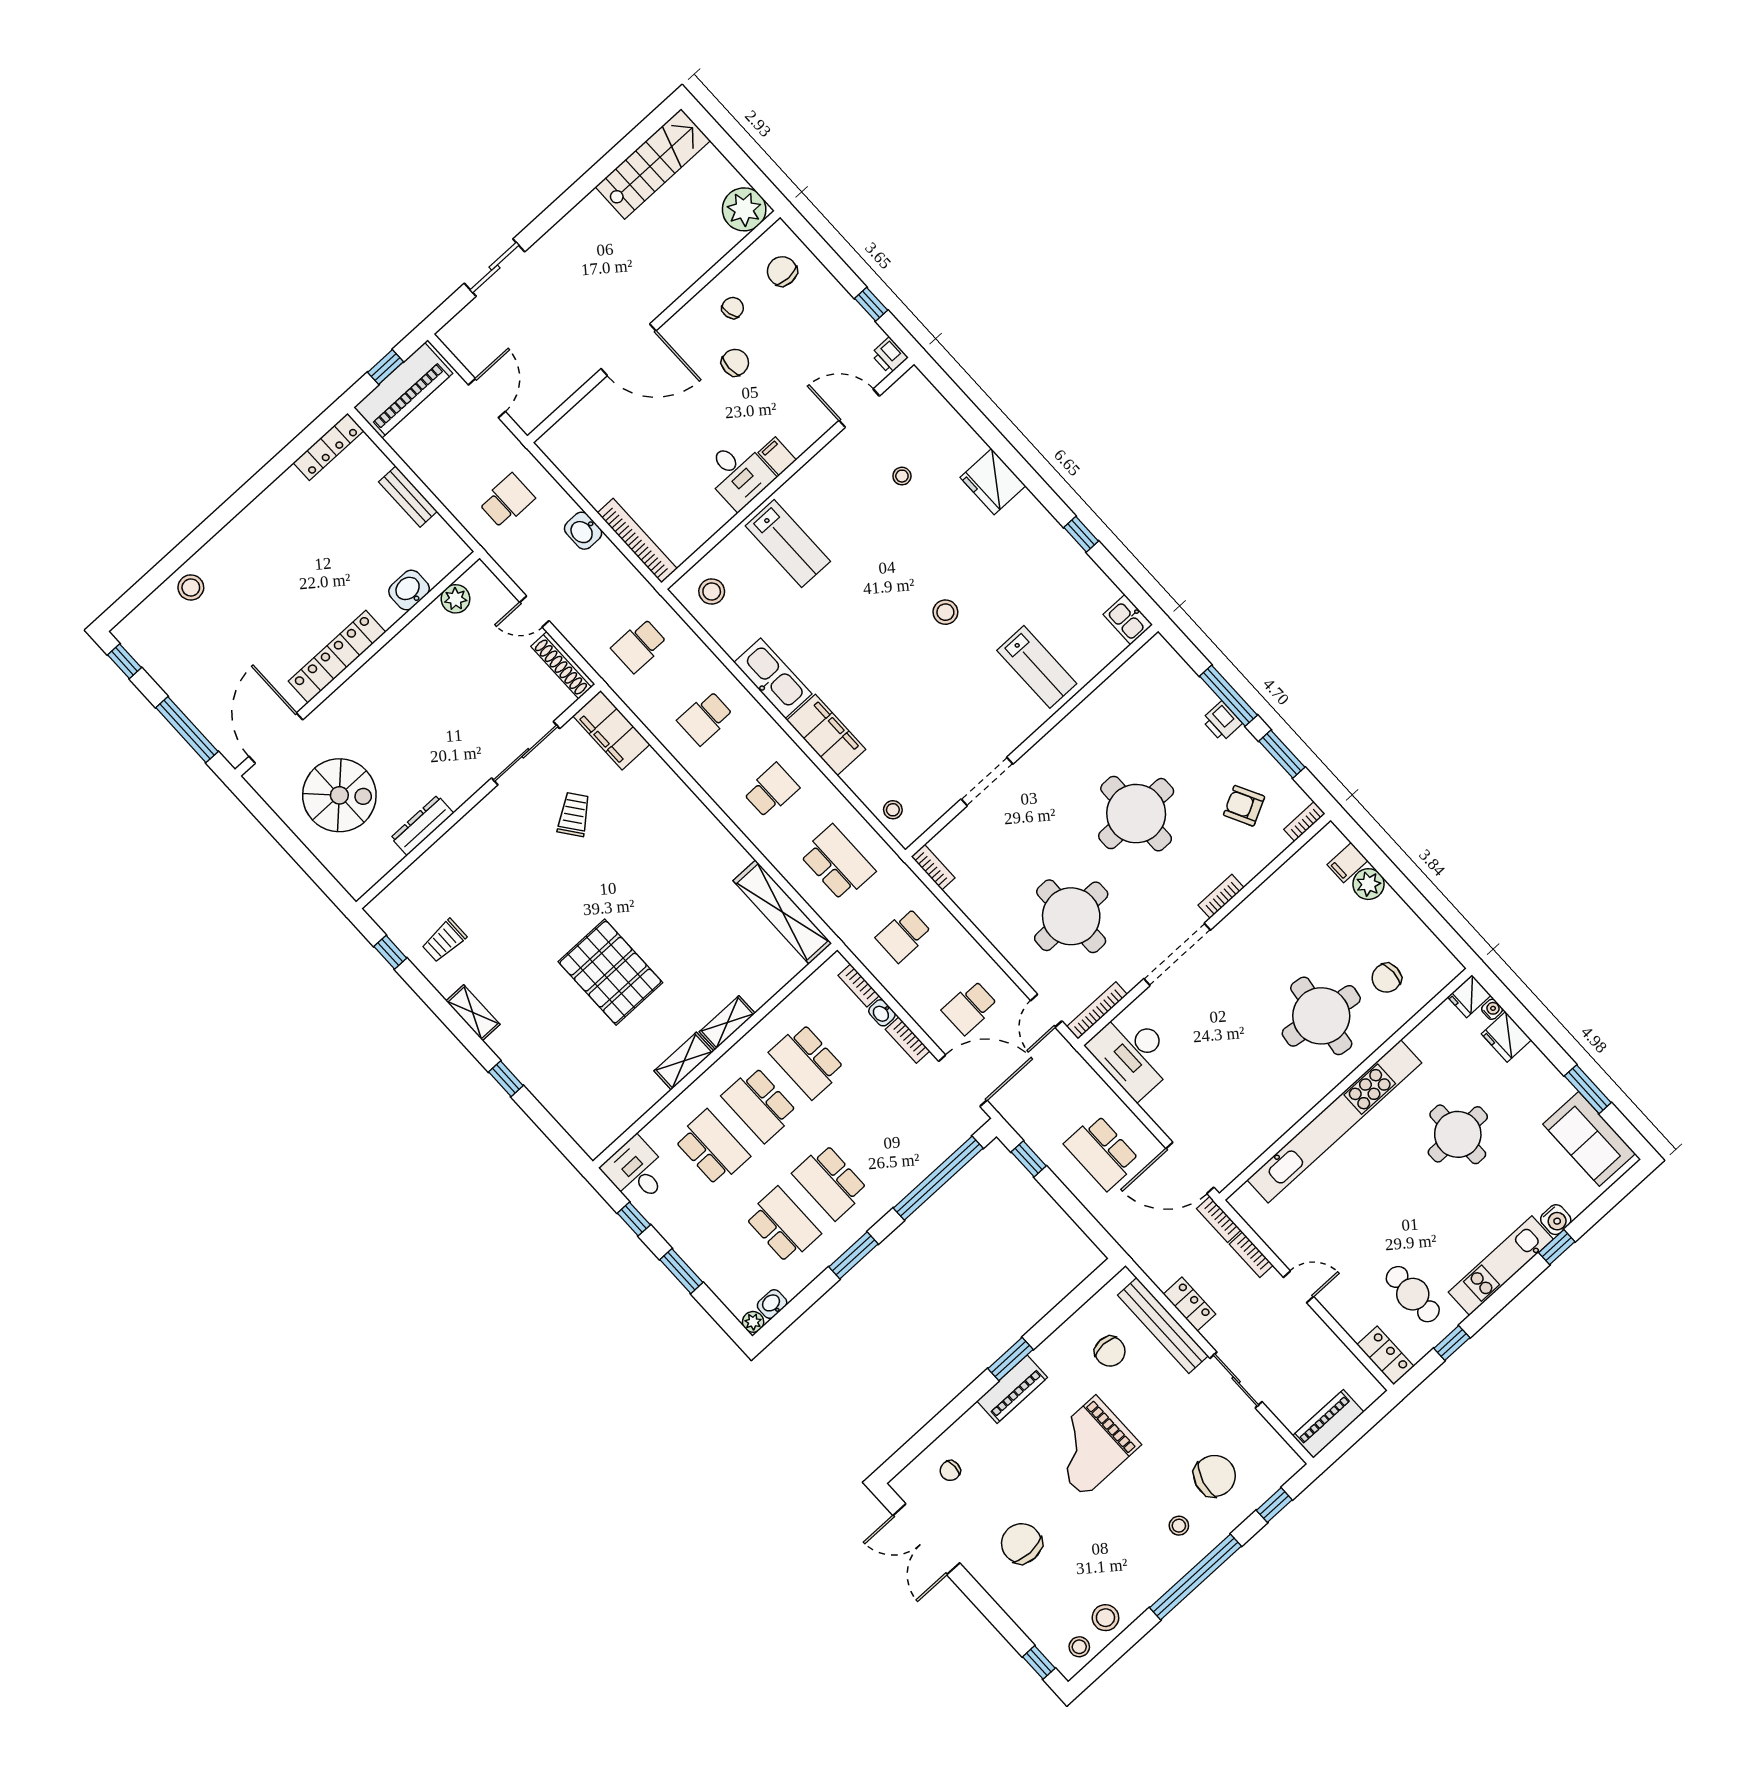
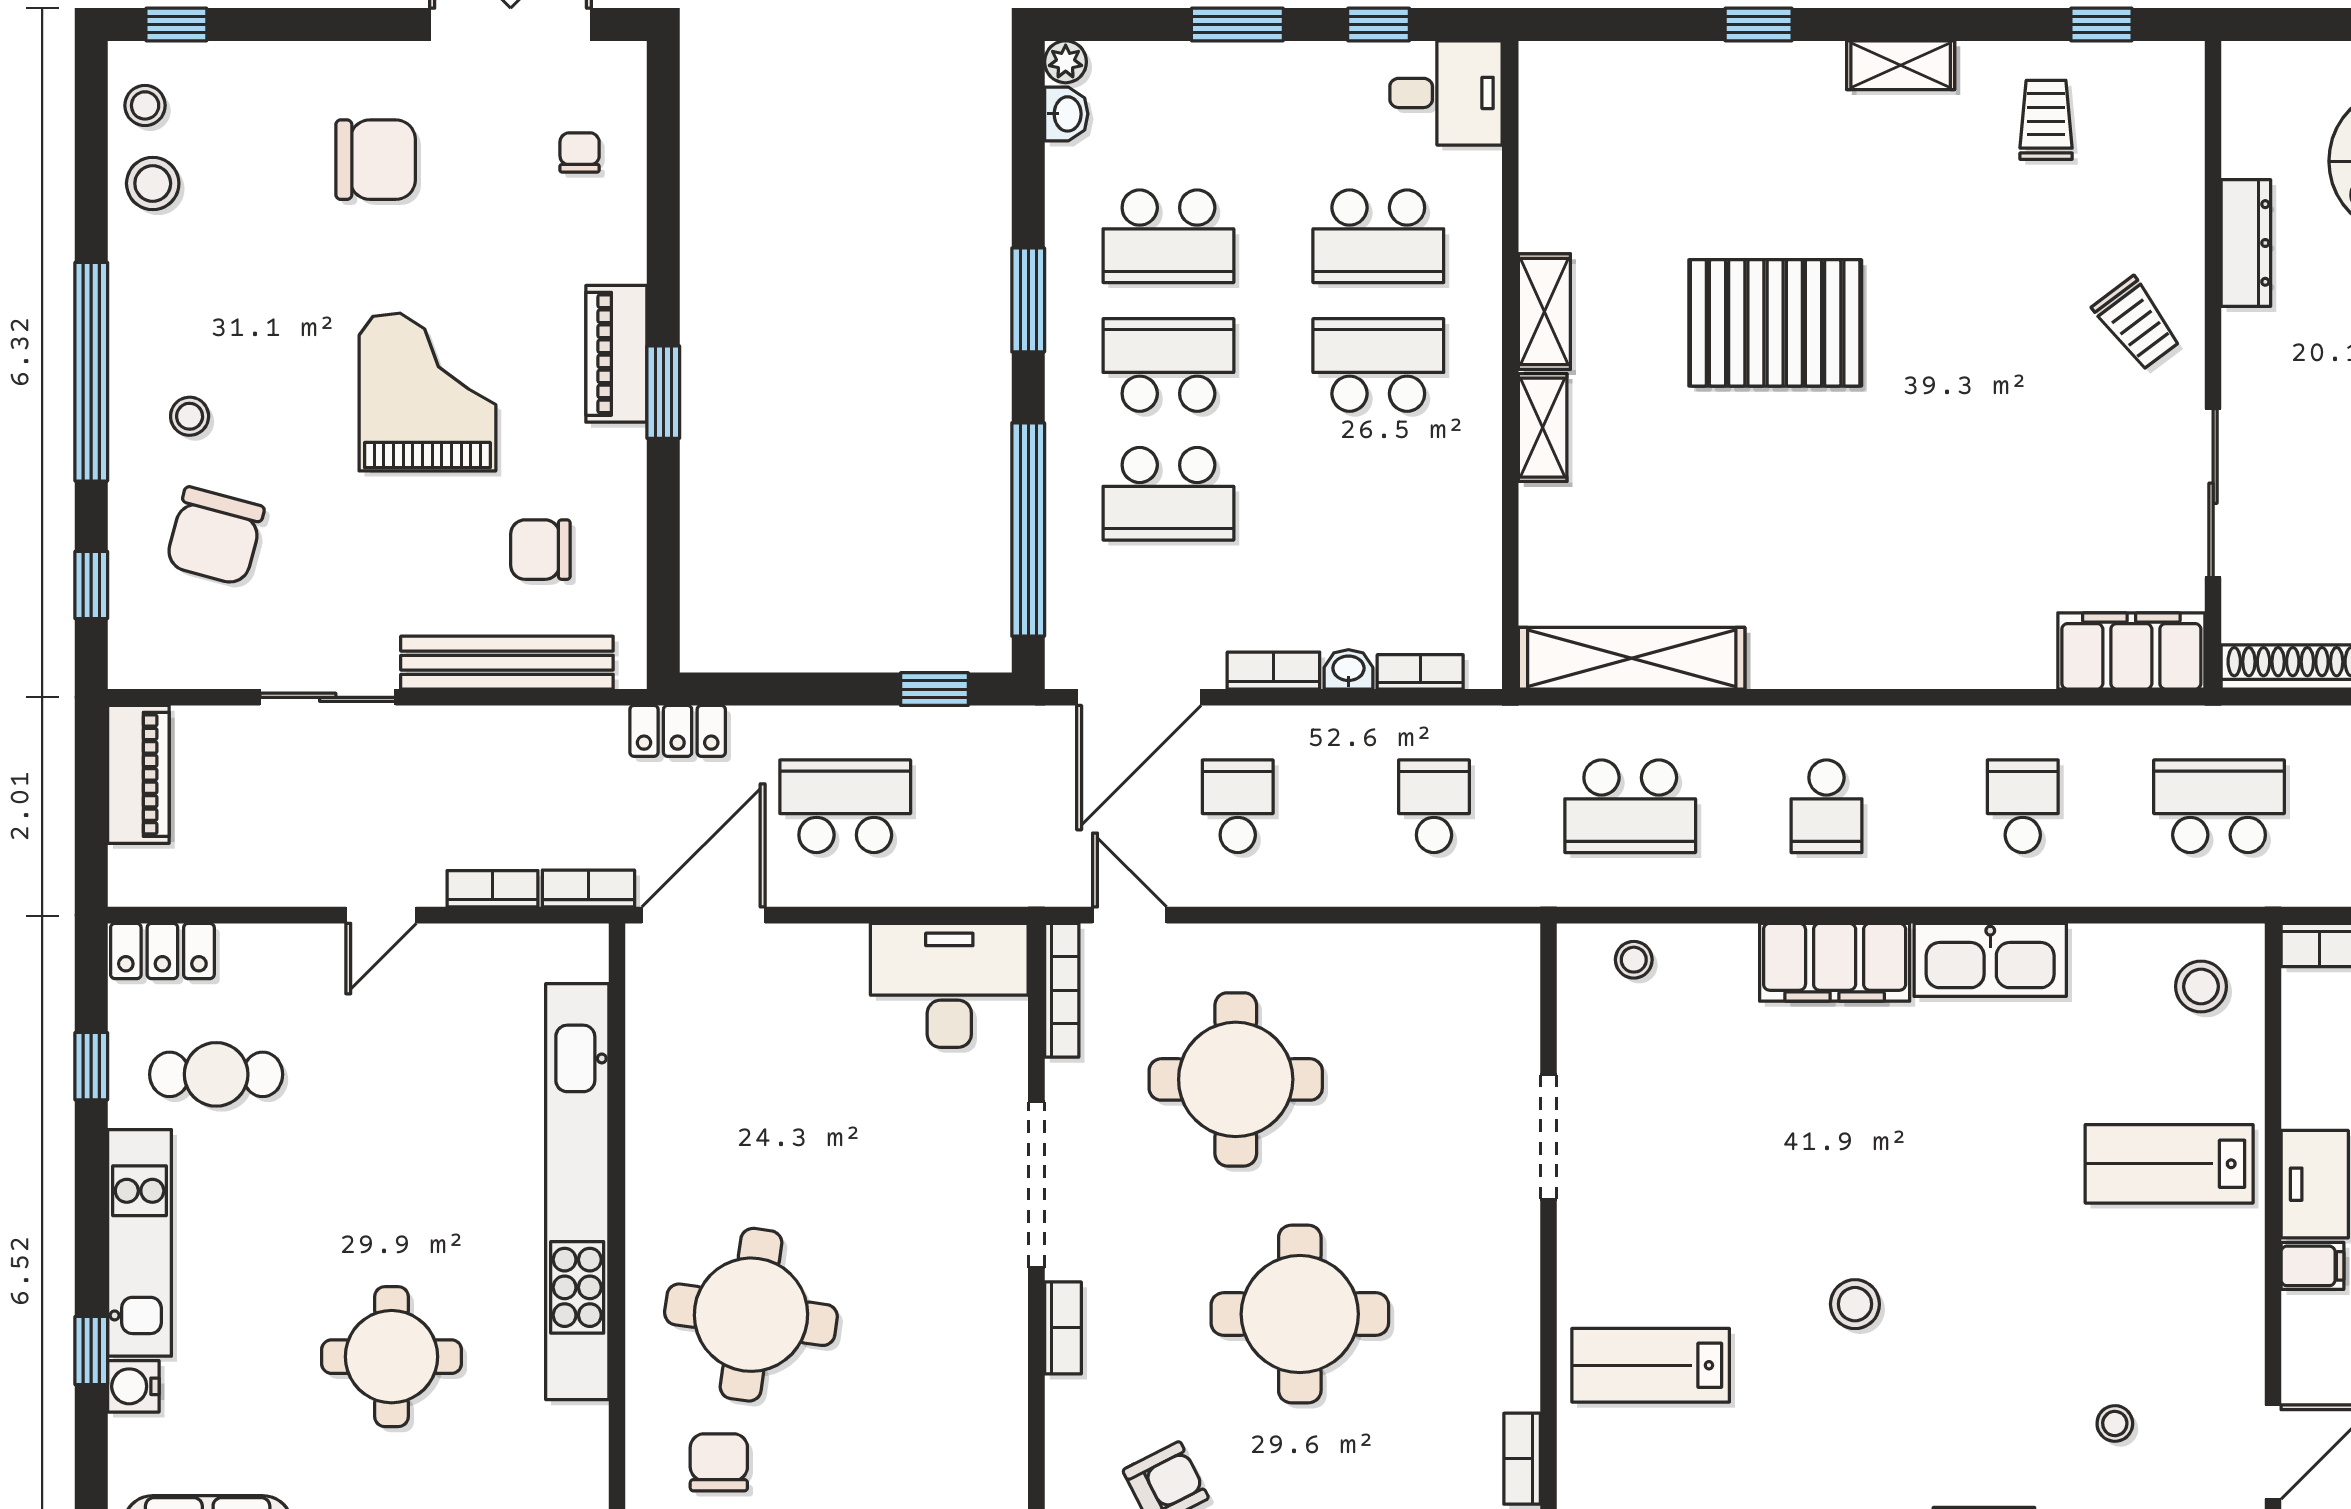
school desk: (639, 646) -> (2219, 806), width x1.85
trolley: (574, 814) -> (2137, 324), moved
bookcase: (933, 867) -> (1522, 1459), moved, turned 90
school desk: (807, 1061) -> (1168, 494), moved, turned 180
locker: (1189, 1304) -> (678, 731), moved

